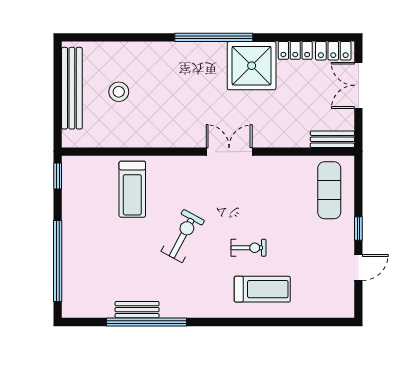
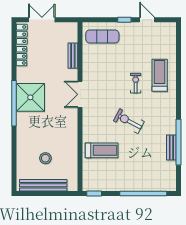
shower: (252, 66) -> (30, 97), moved
double door: (358, 85) -> (42, 20), swing flipped
bench: (332, 139) -> (73, 56), moved

